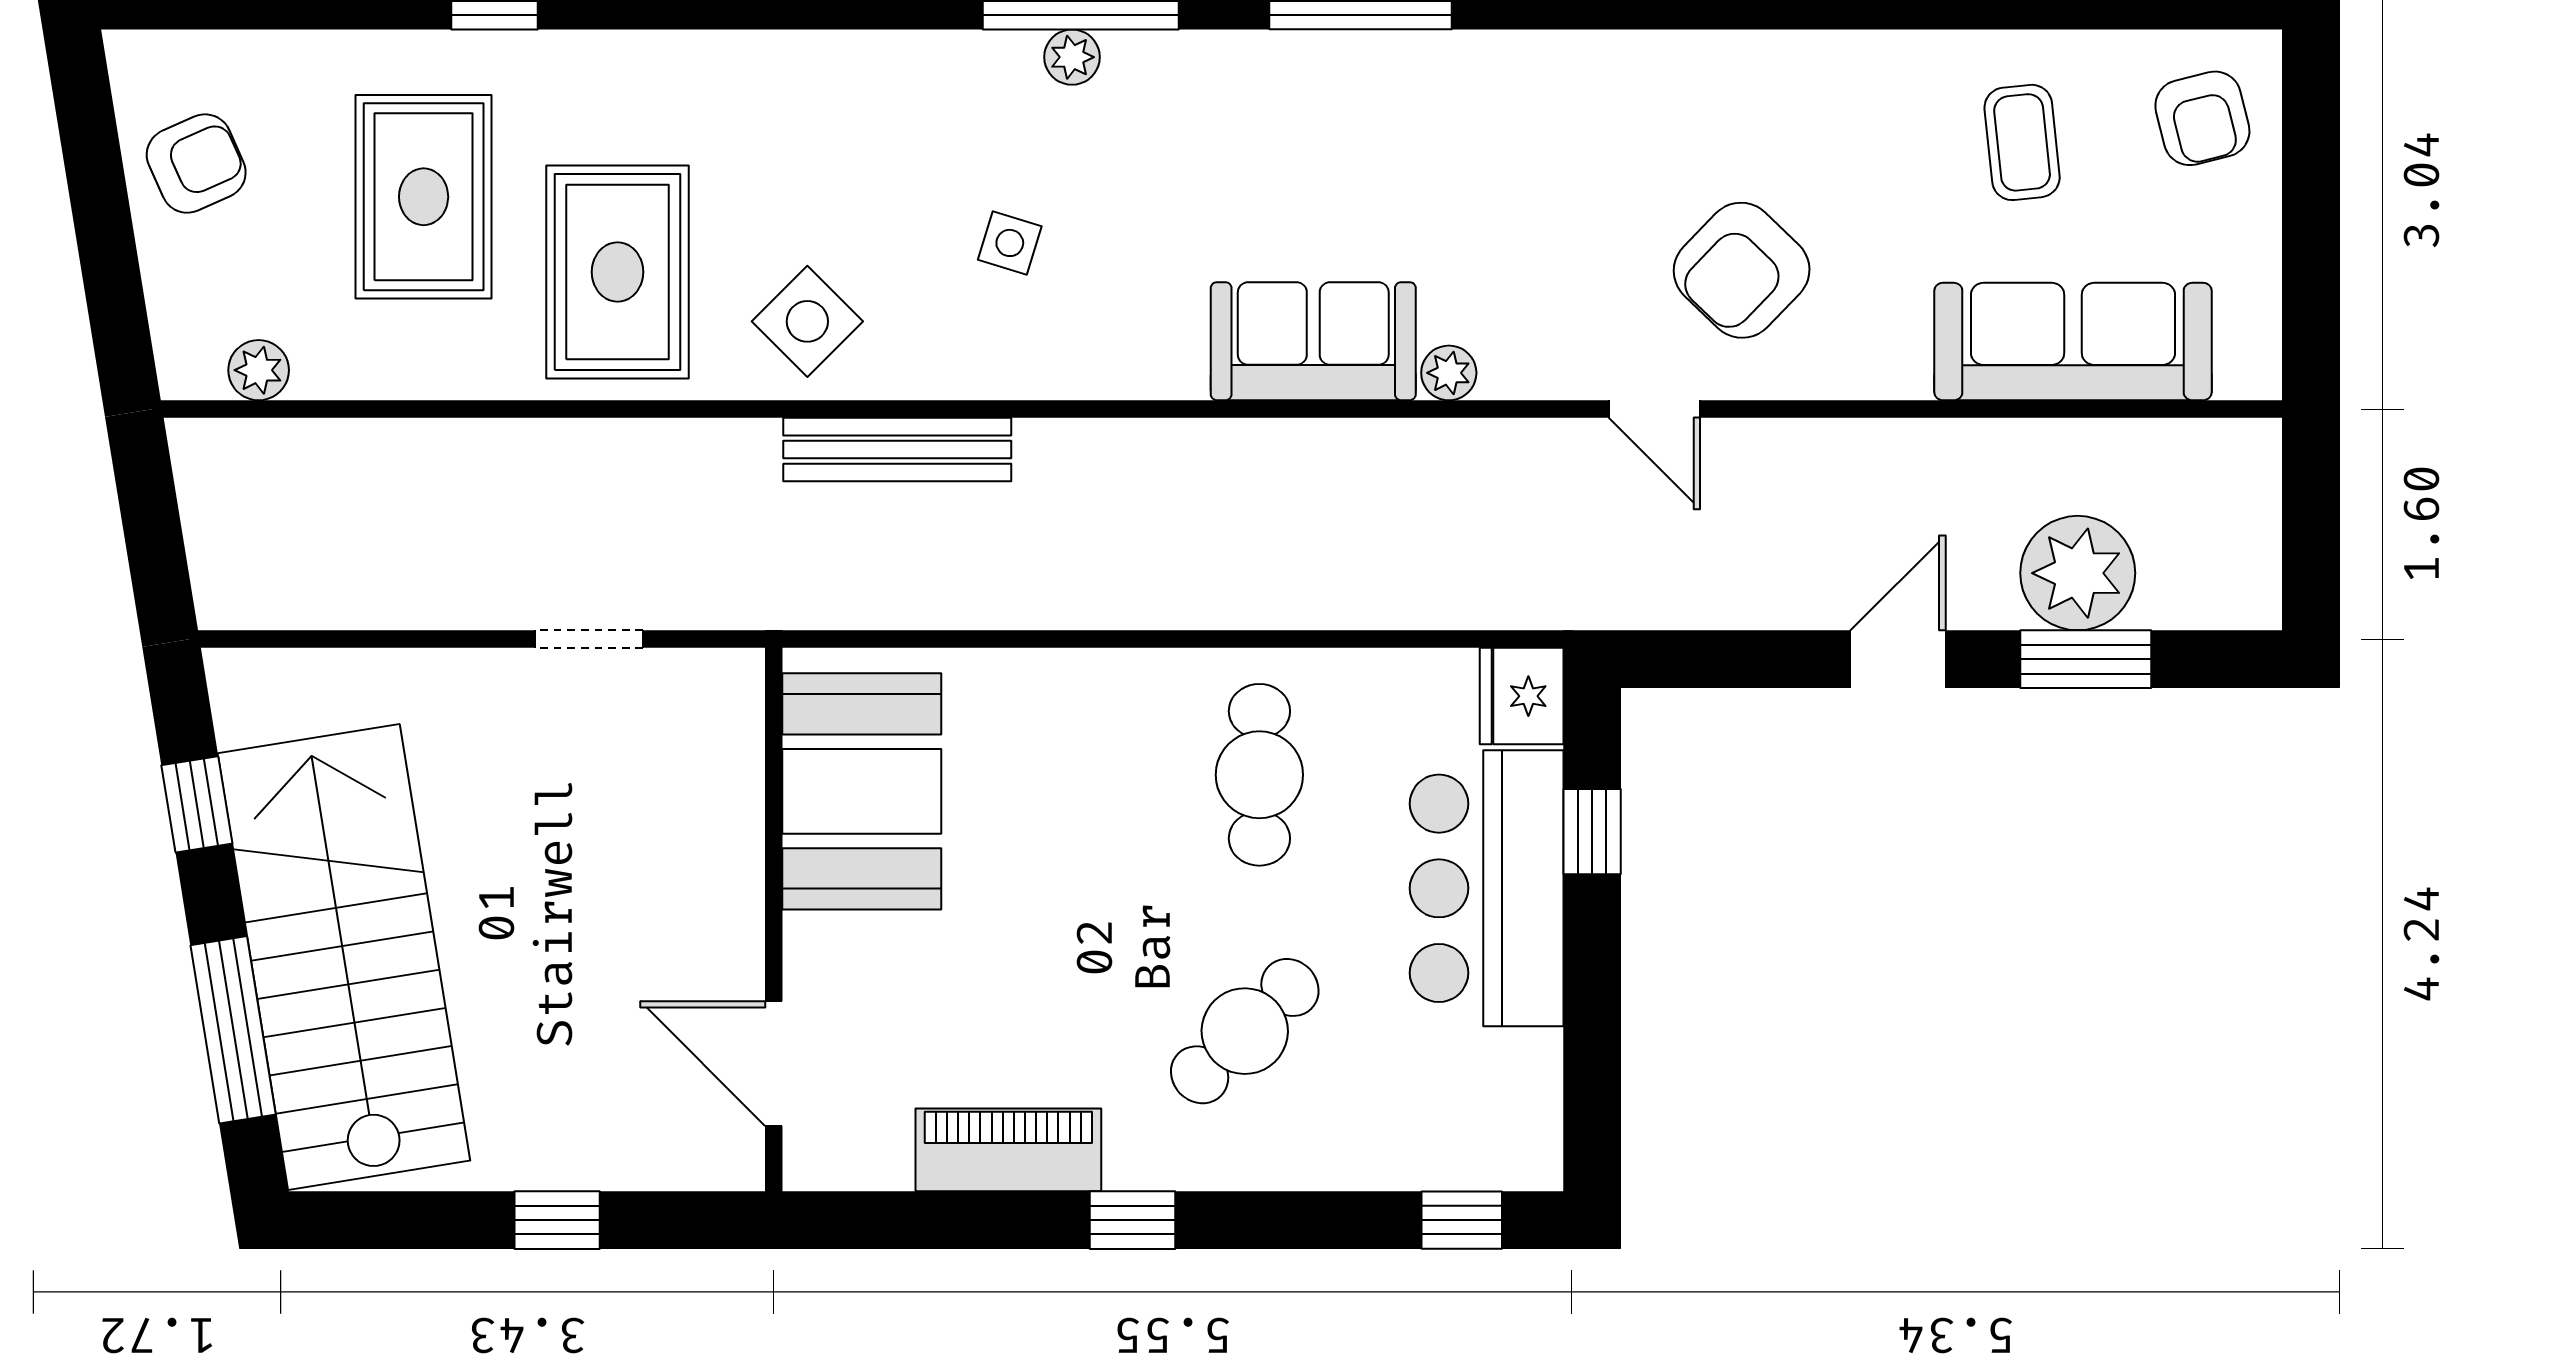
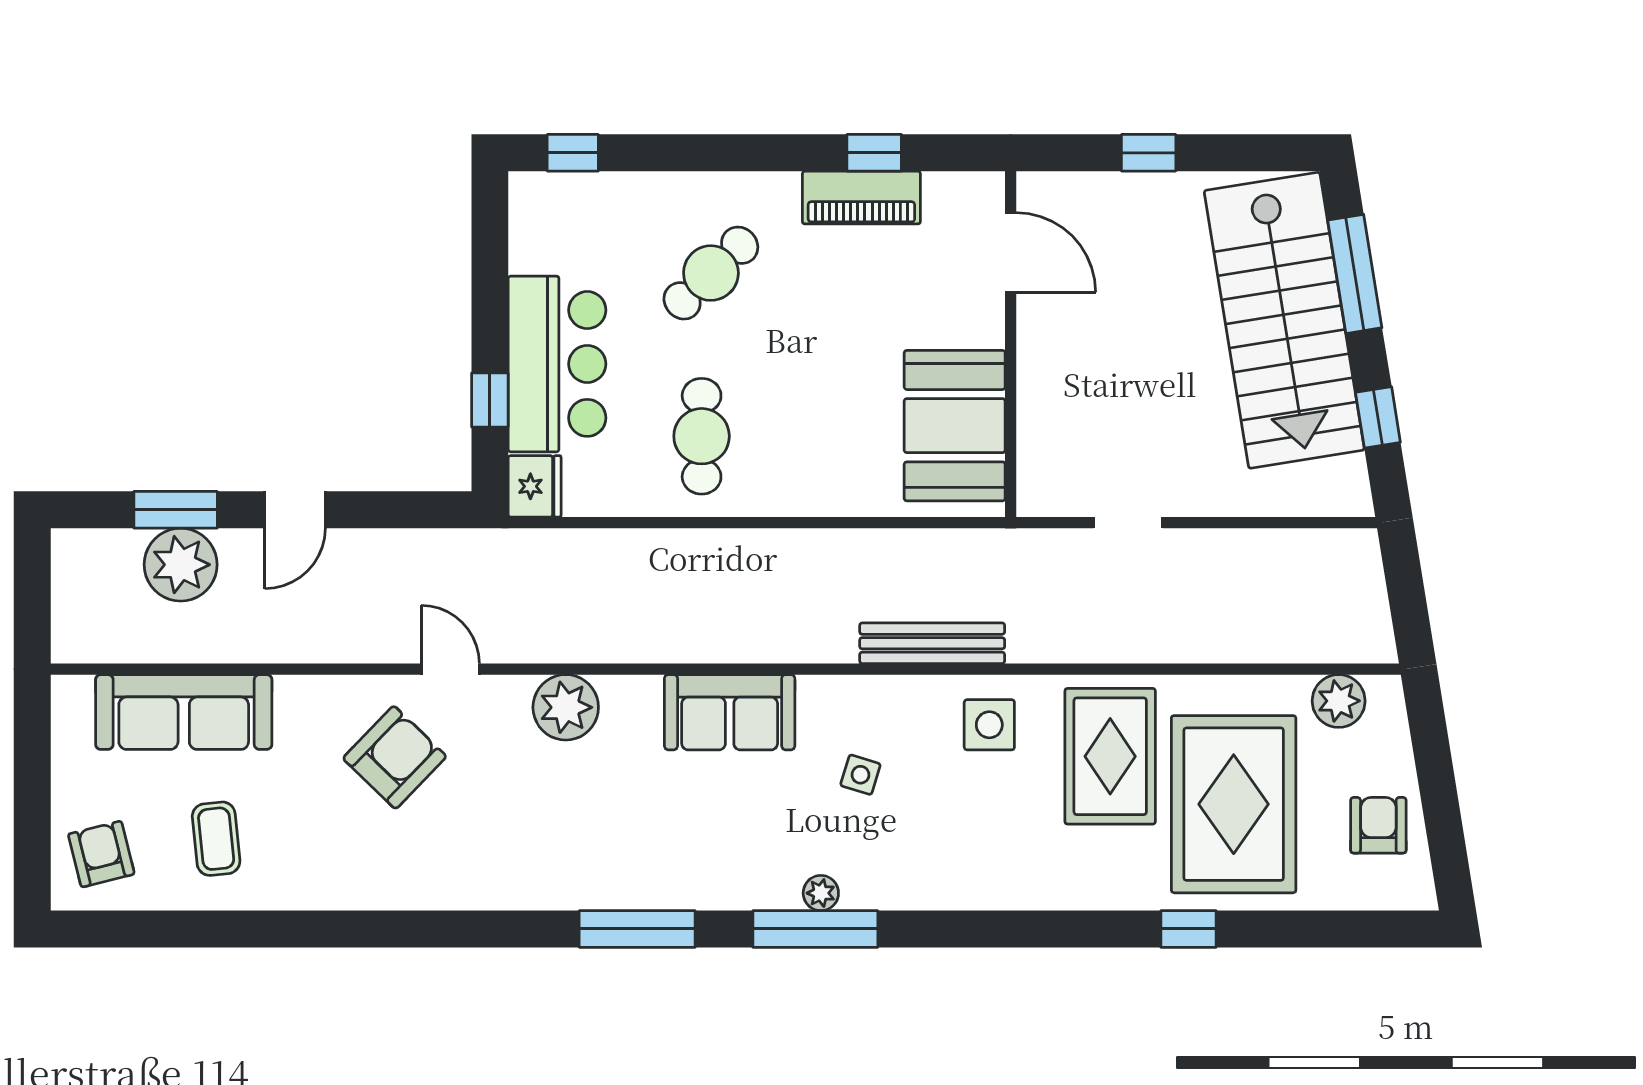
armchair: (196, 164) -> (1378, 825), turned 114
rug: (424, 197) -> (1234, 804), width x1.37, depth x1.44
side table: (807, 321) -> (989, 725), turned 45
sofa: (1313, 341) -> (730, 712), moved
plant: (259, 370) -> (1339, 701), width x1.38, depth x1.38
plant: (1449, 373) -> (566, 707), width x1.88, depth x1.88
window: (1132, 1220) -> (874, 153), moved

